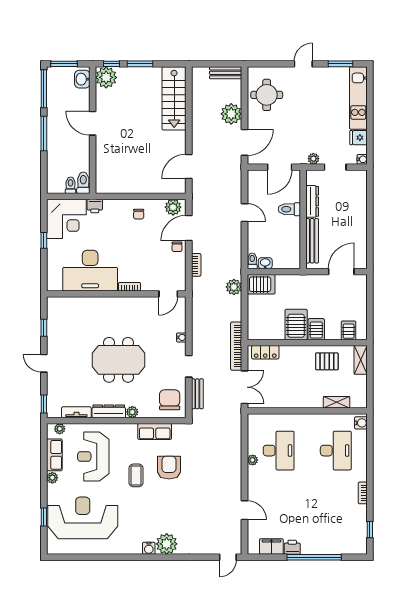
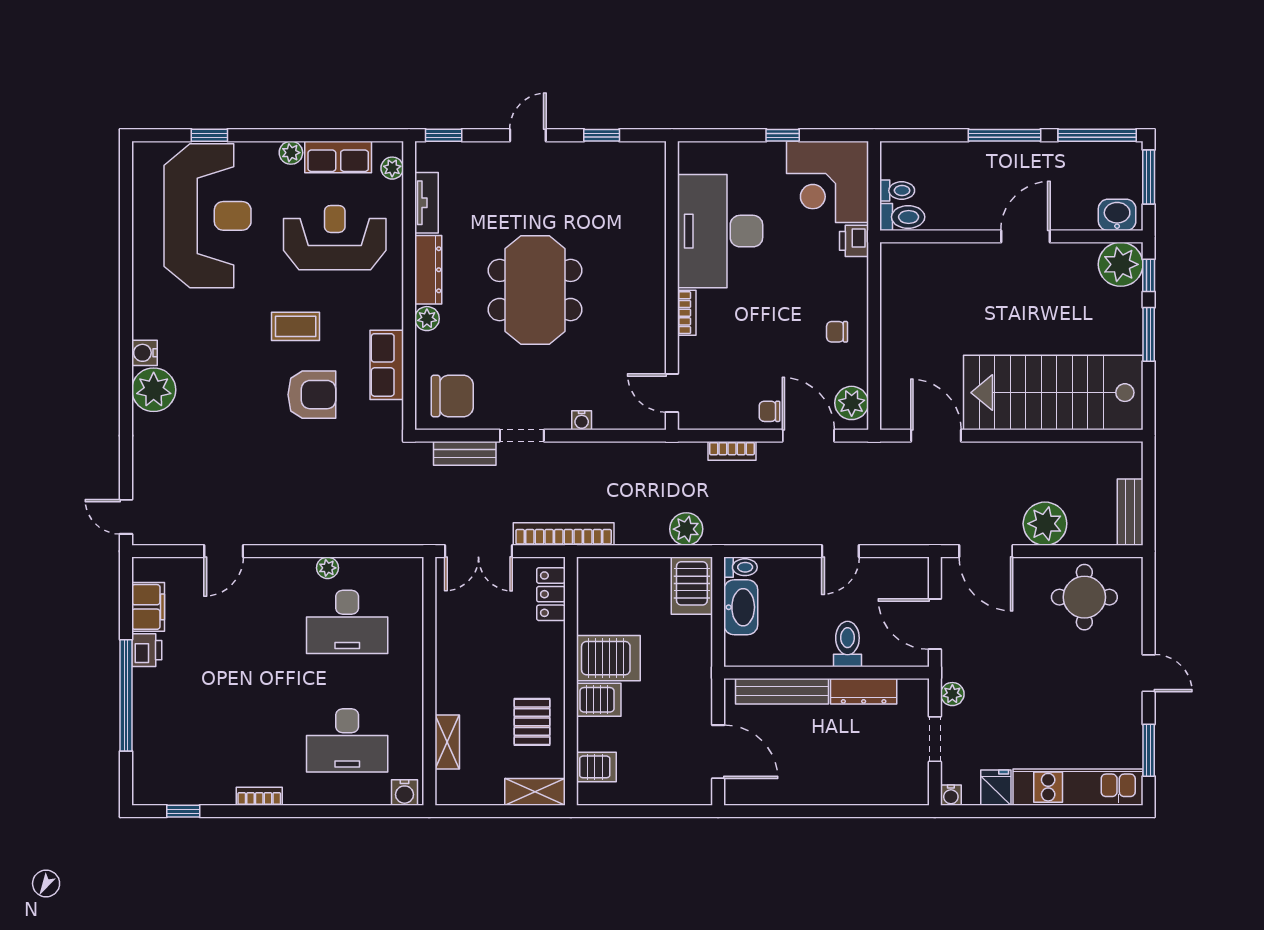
stairs: (174, 98) -> (1053, 393), width x1.36, depth x1.51
washbasin: (265, 263) -> (741, 607), width x1.91, depth x1.45

